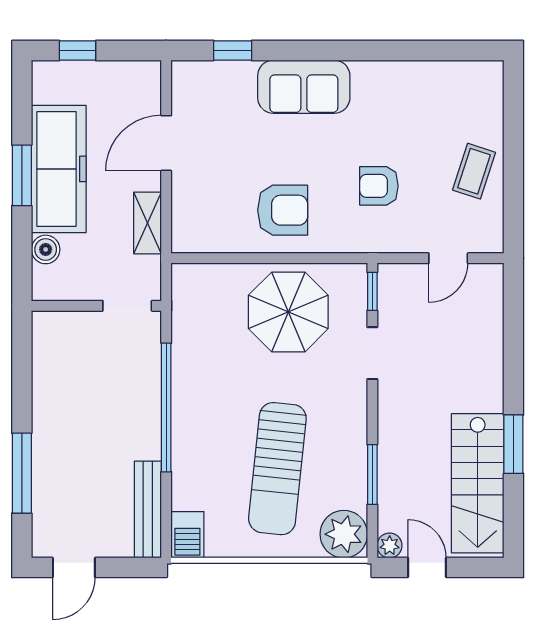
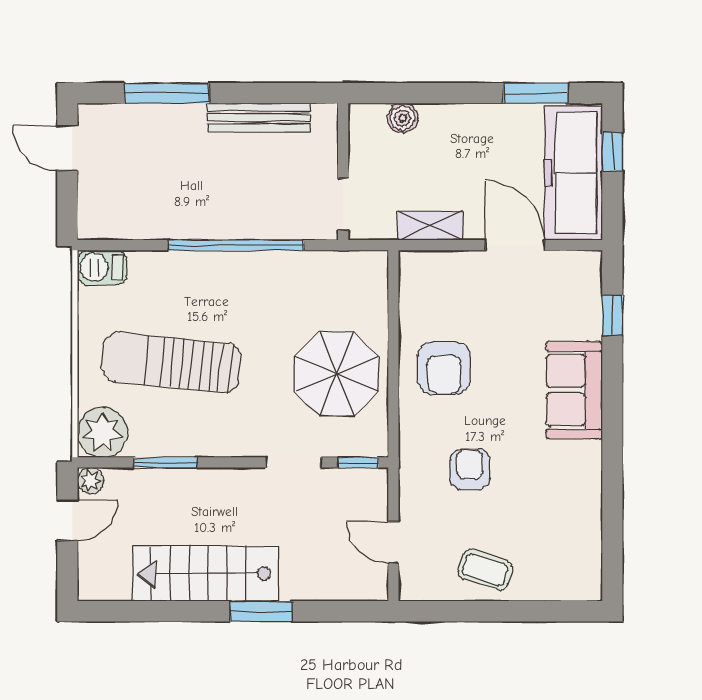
freezer: (59, 169) -> (573, 173), moved, turned 90
window: (22, 175) -> (536, 93), moved
window: (513, 444) -> (261, 611), moved
stairs: (478, 483) -> (205, 574), moved
bench: (148, 510) -> (259, 117), moved

